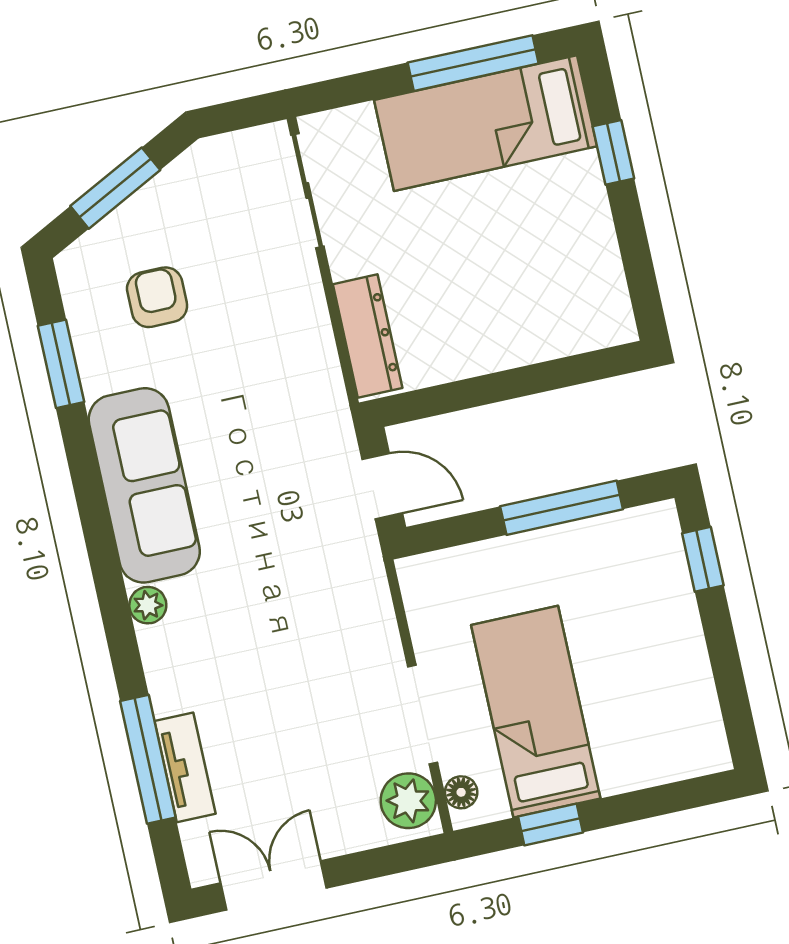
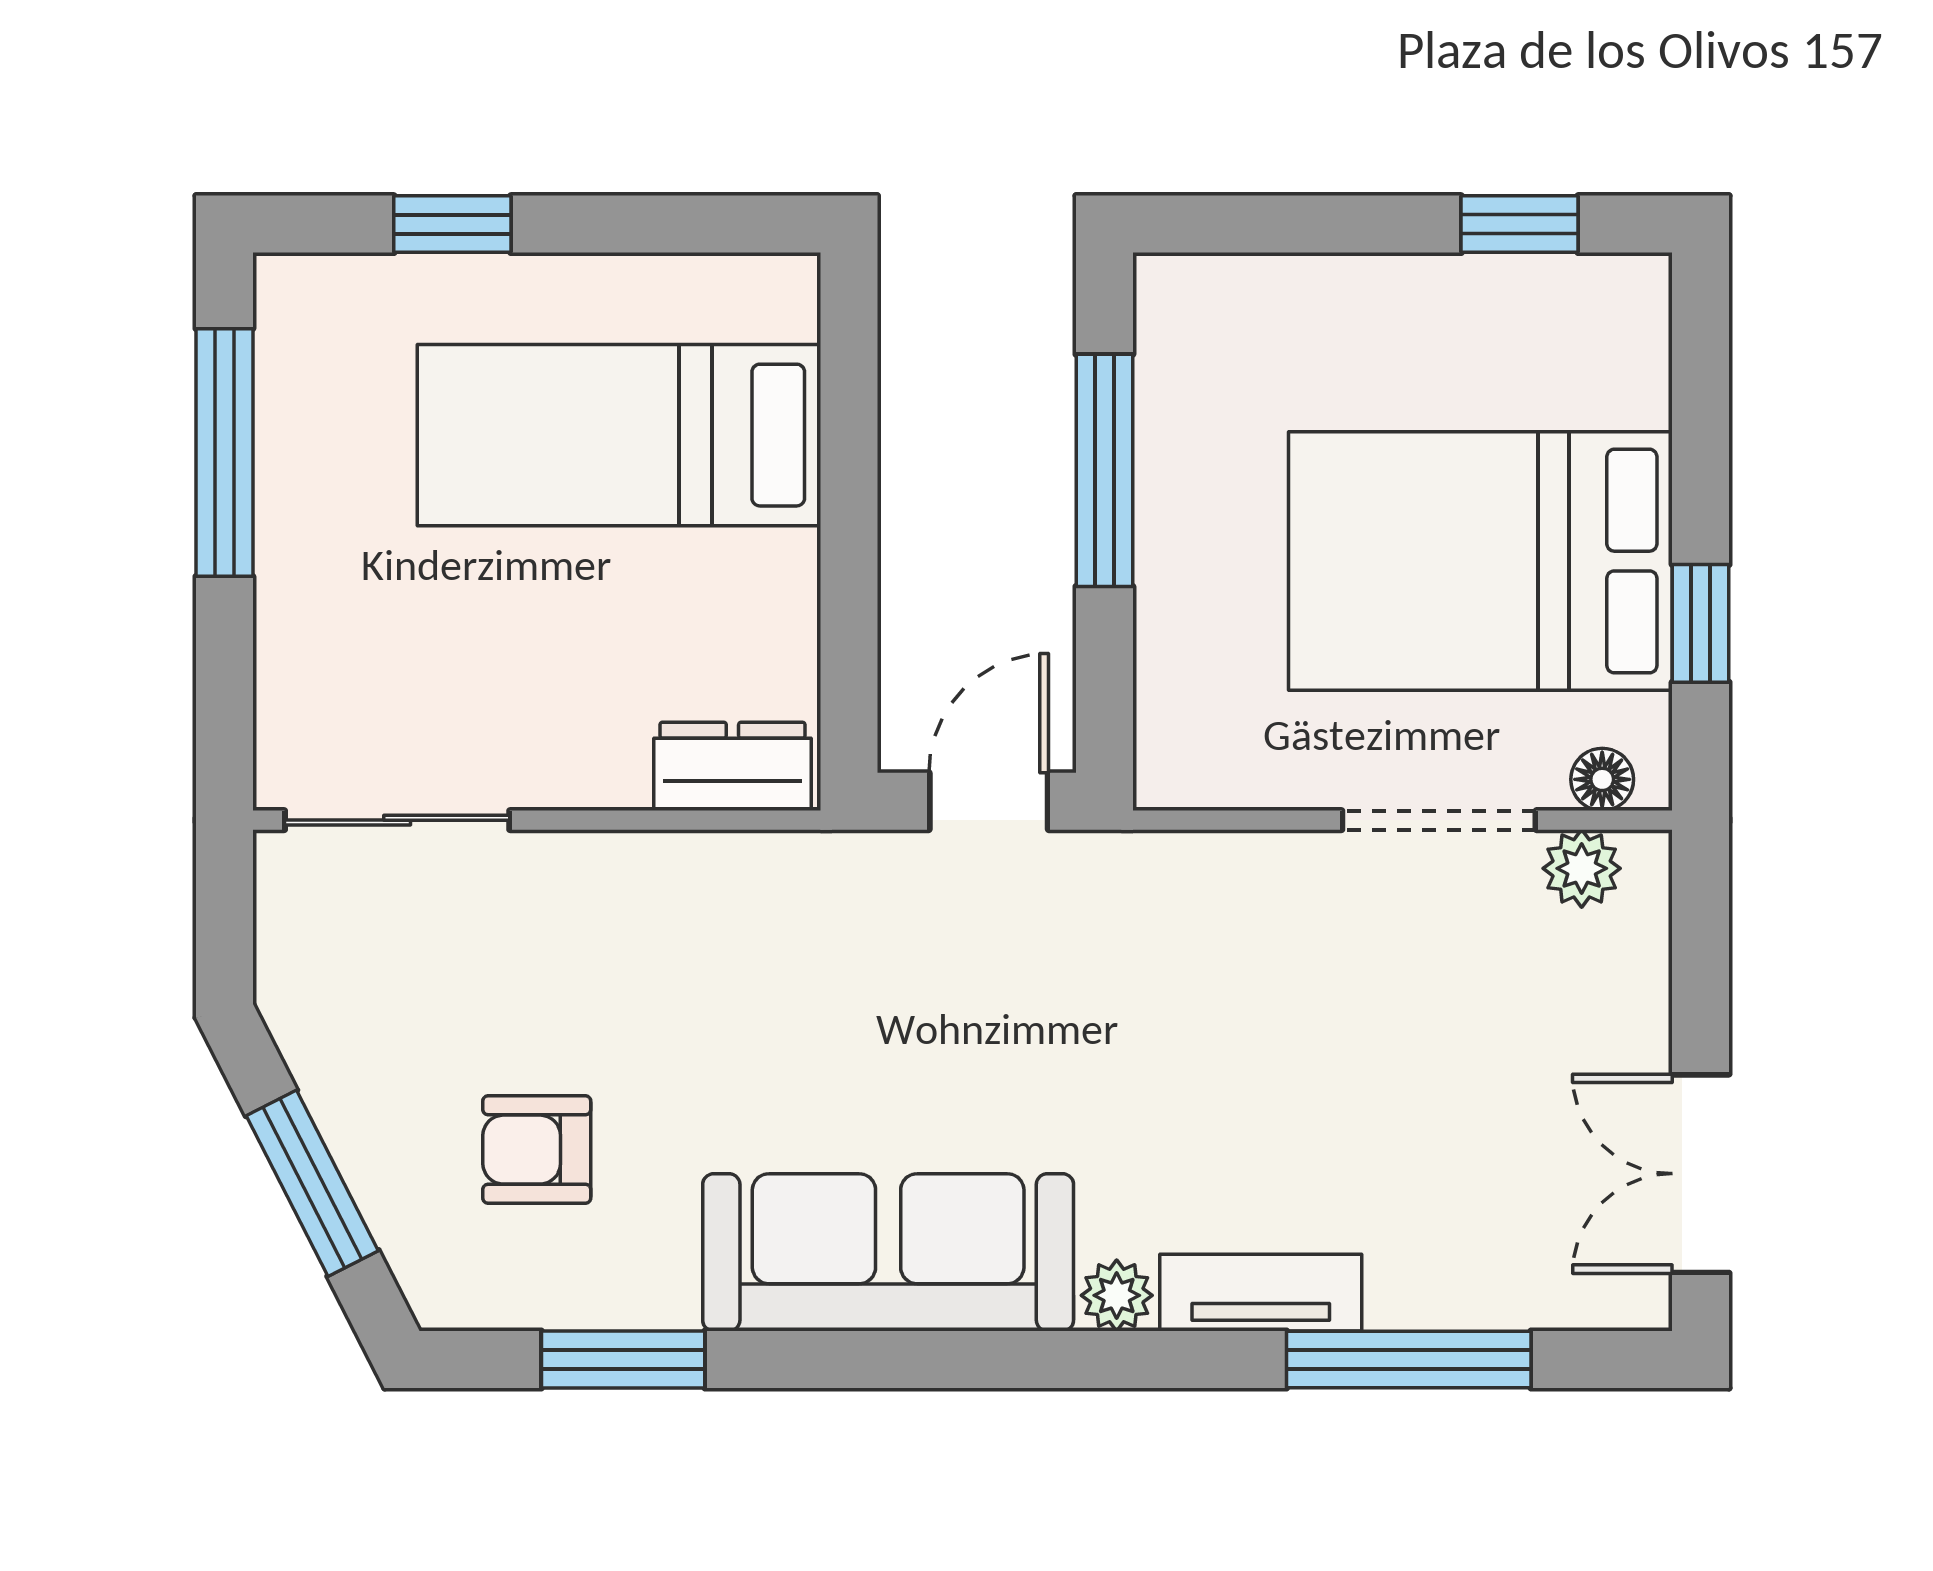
bed: (486, 123) -> (619, 435), moved, turned 90
dresser: (368, 336) -> (732, 766), width x0.70
window: (703, 559) -> (1520, 224), moved
bed: (536, 712) -> (1480, 561), width x1.50
tv unit: (185, 767) -> (1261, 1293), moved
plant: (408, 801) -> (1582, 868), width x0.73, depth x0.73

